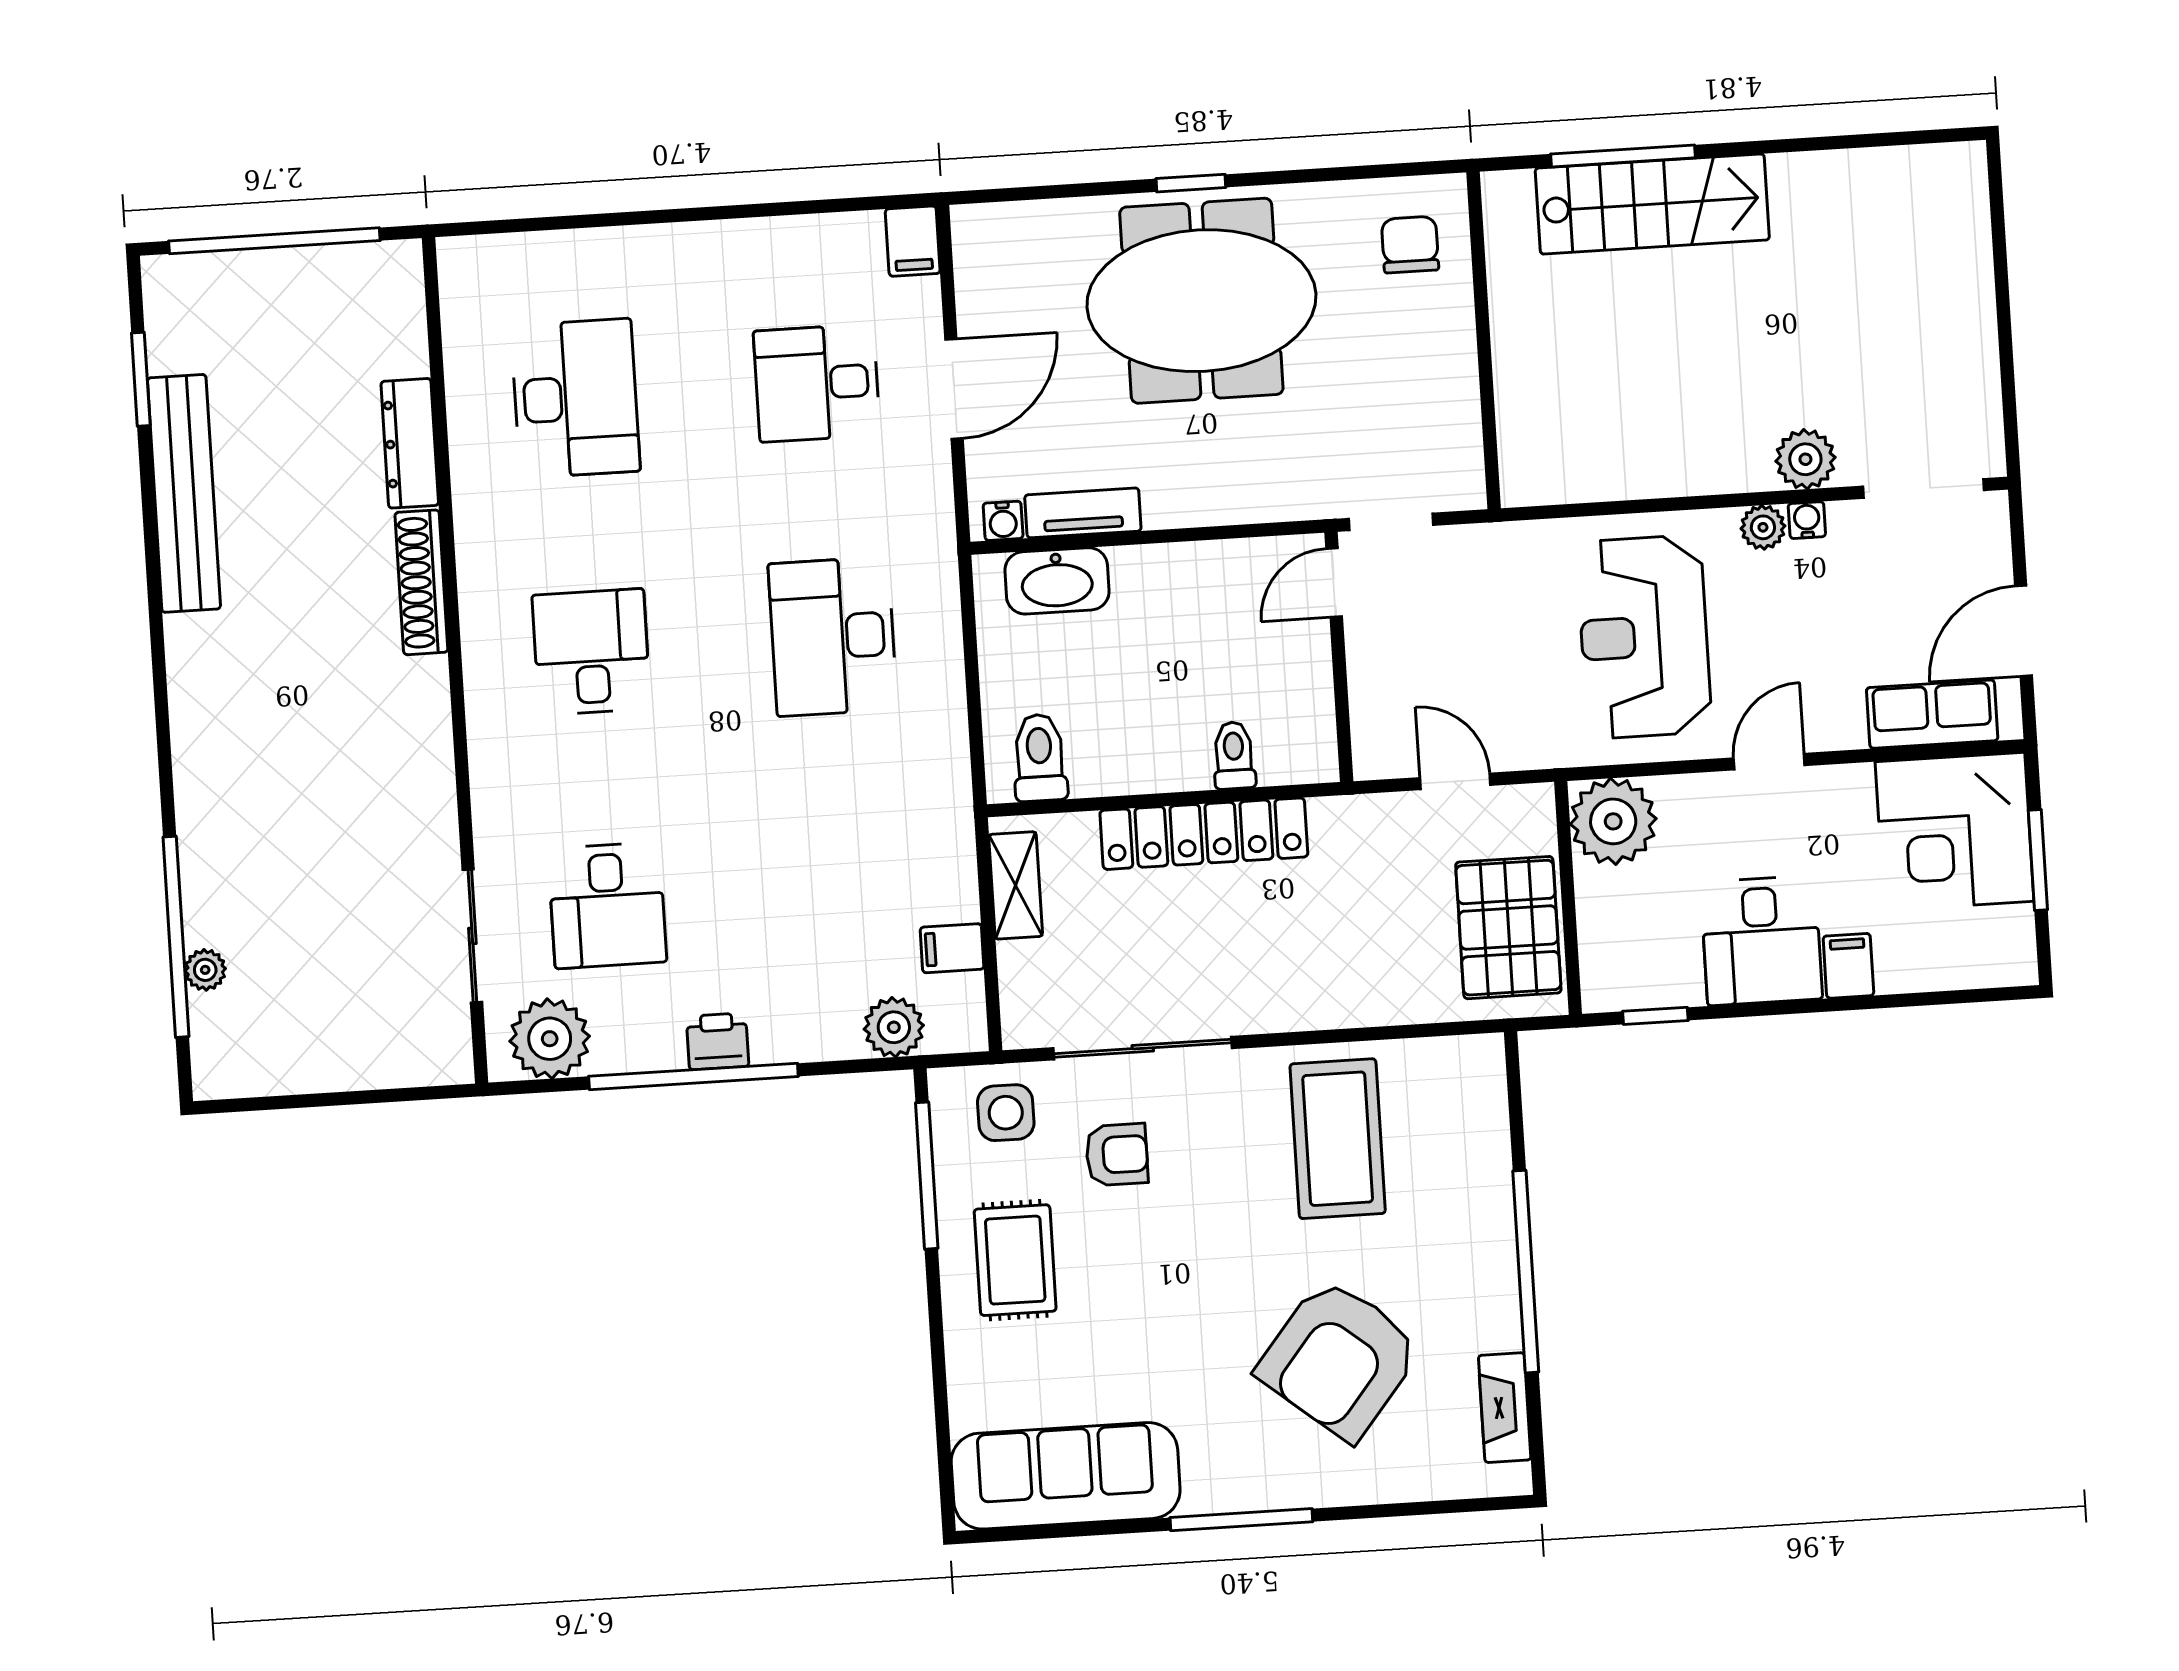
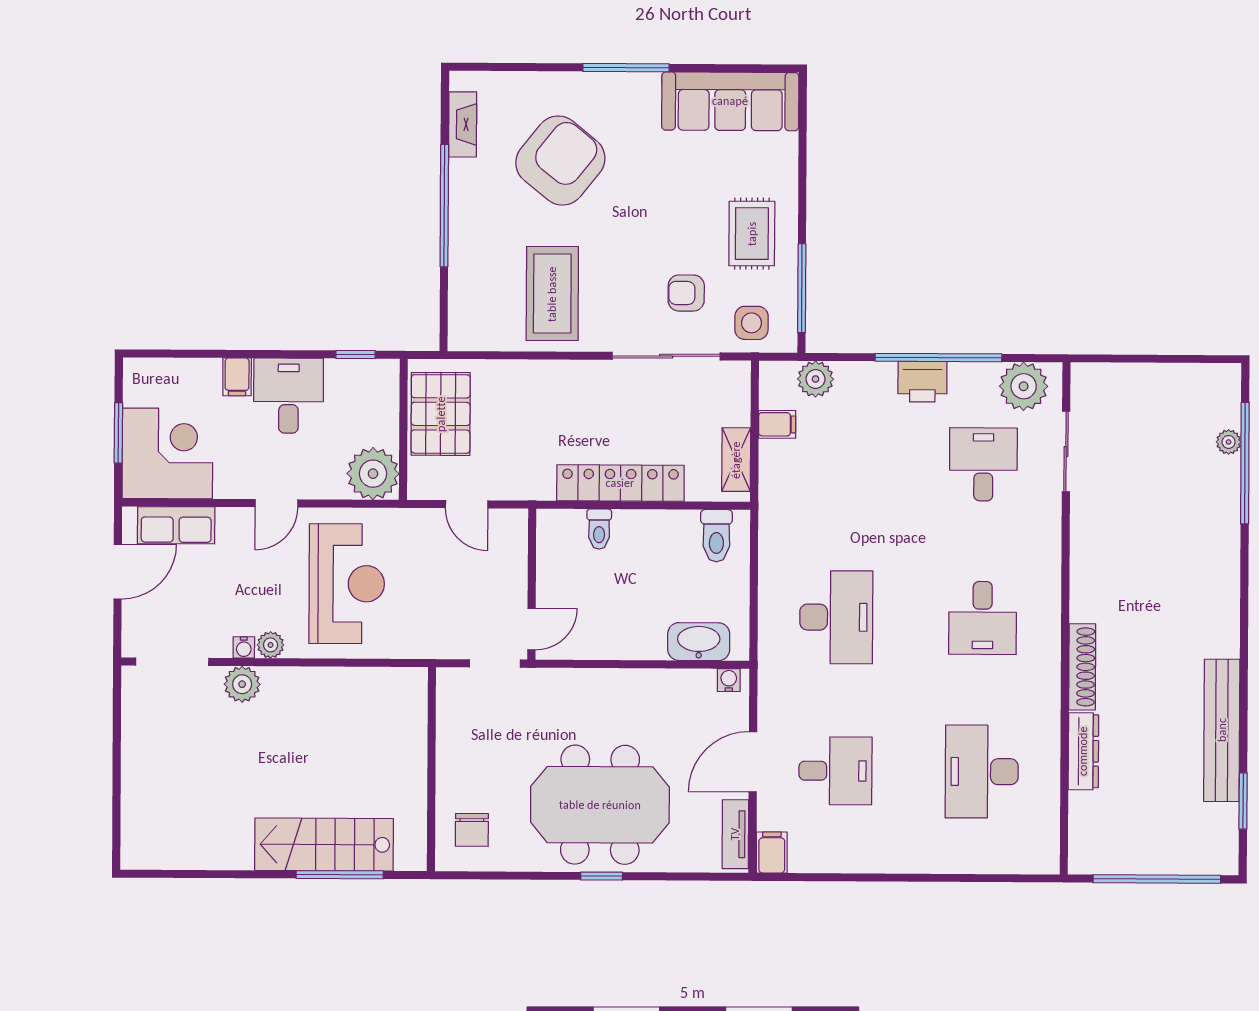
tv unit: (1083, 513) -> (735, 834), moved, turned 90
printer: (718, 1041) -> (922, 382), width x1.36, depth x1.24

